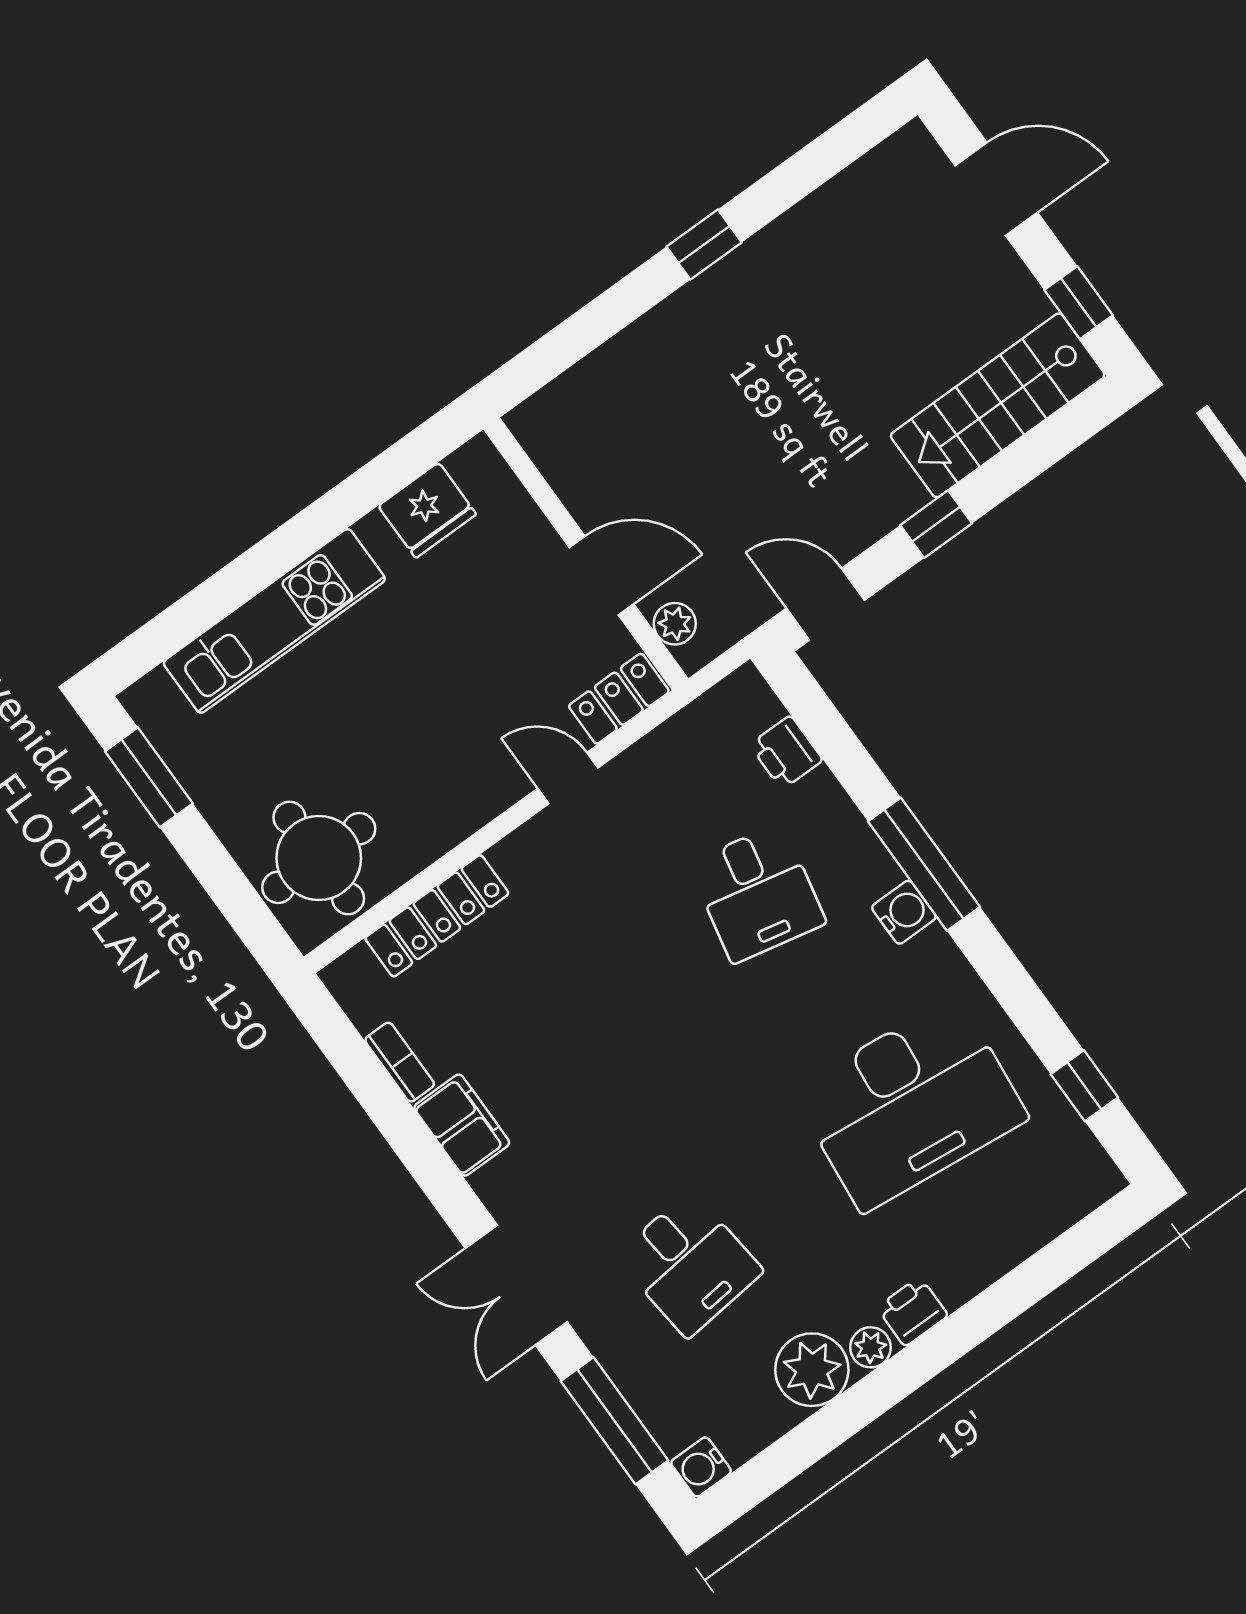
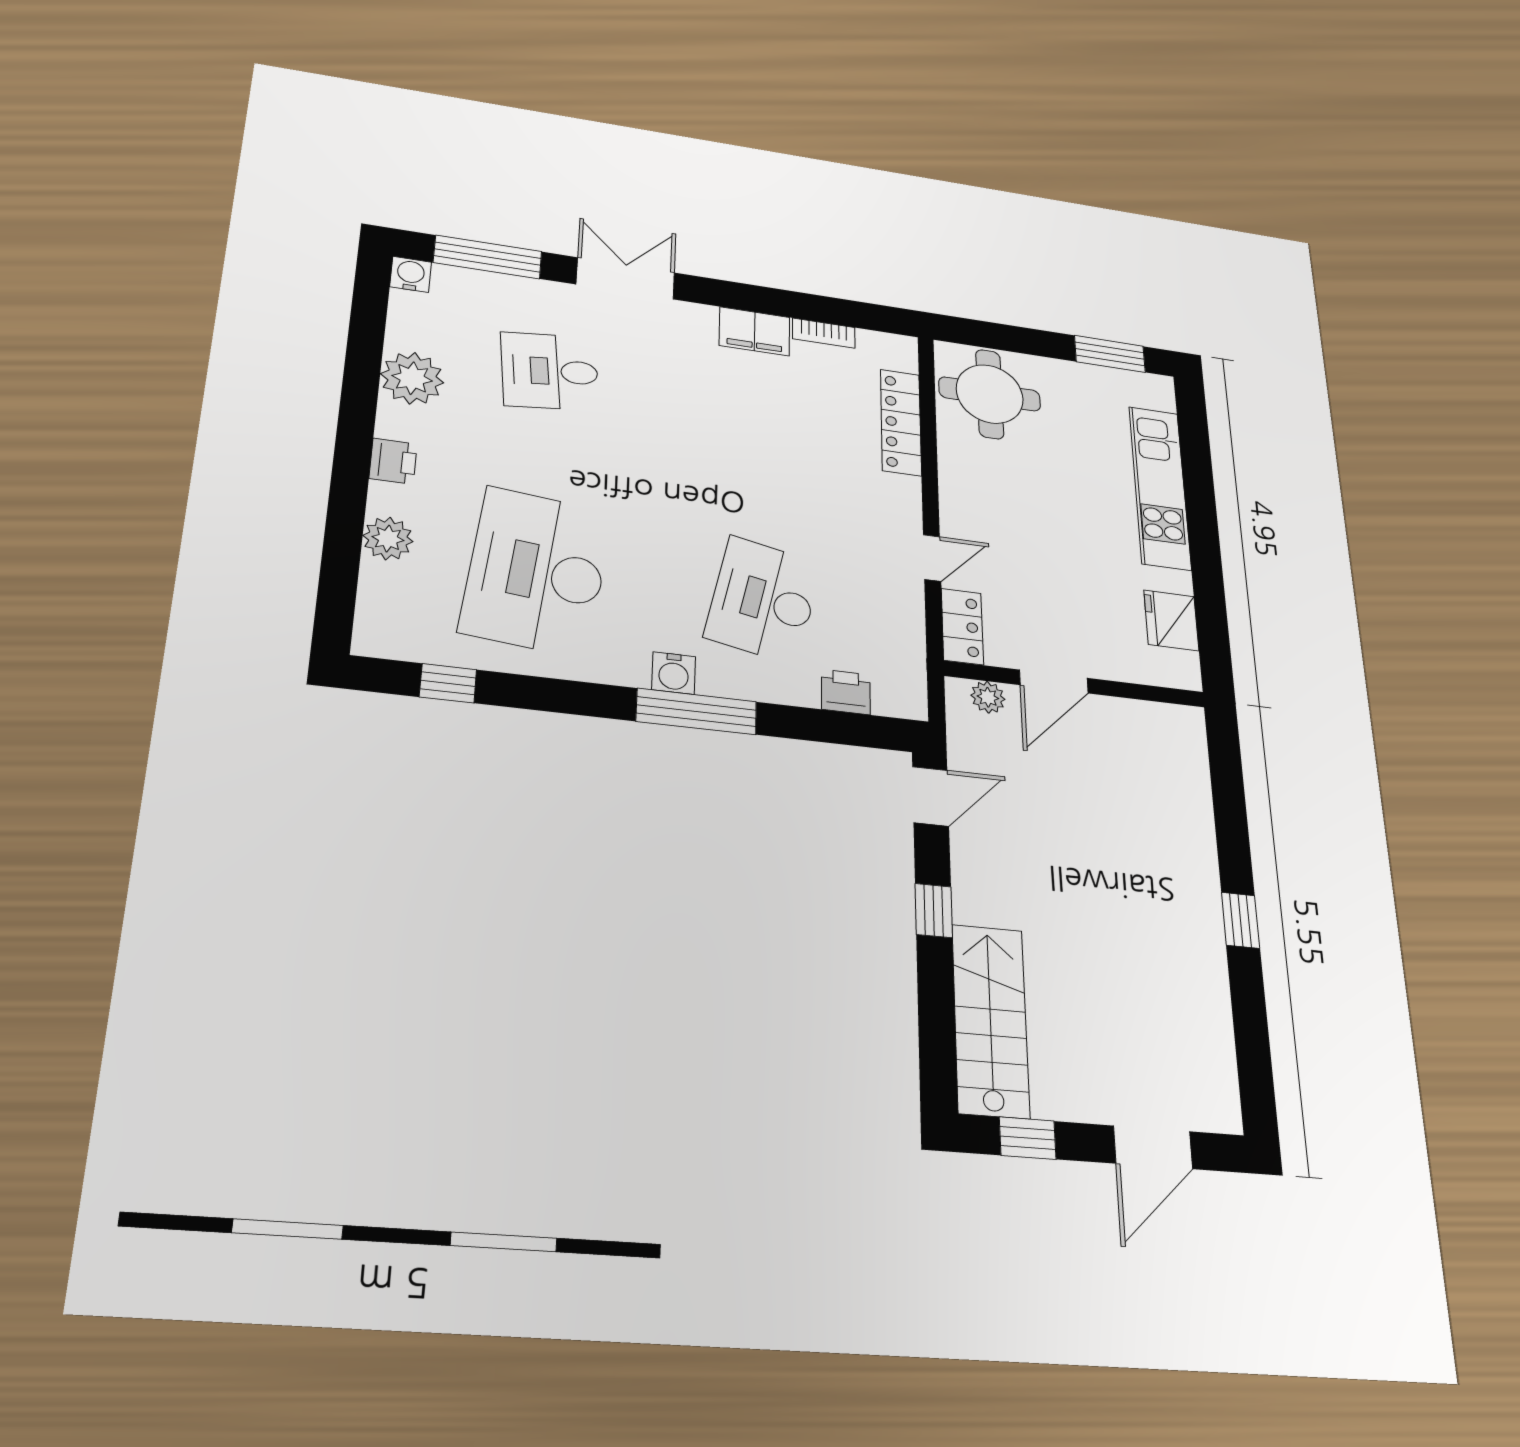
desk: (757, 893) -> (763, 600), width x1.37
plant: (871, 1347) -> (388, 539), moved, width x1.38, depth x1.38

